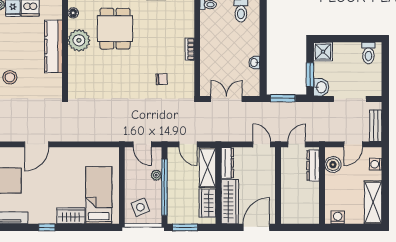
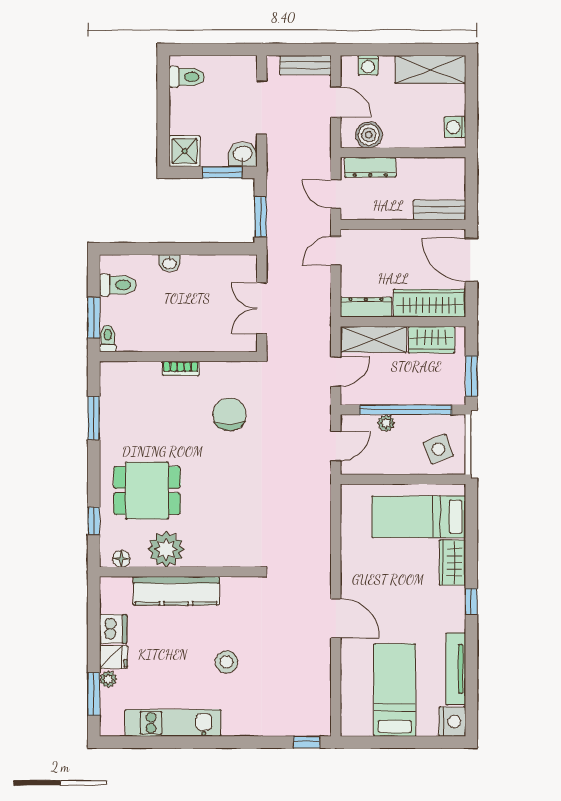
washbasin: (254, 62) -> (169, 263), moved
chair: (162, 79) -> (229, 414), width x1.87, depth x1.87
bench: (287, 208) -> (439, 210), added

